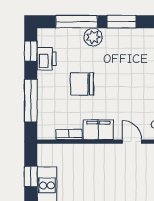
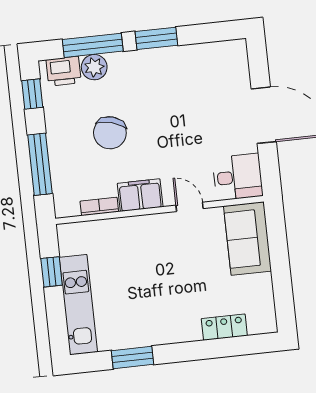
plant: (93, 37) -> (94, 67), moved
printer: (47, 59) -> (64, 71), moved, turned 90
chair: (82, 84) -> (110, 133), turned -74

